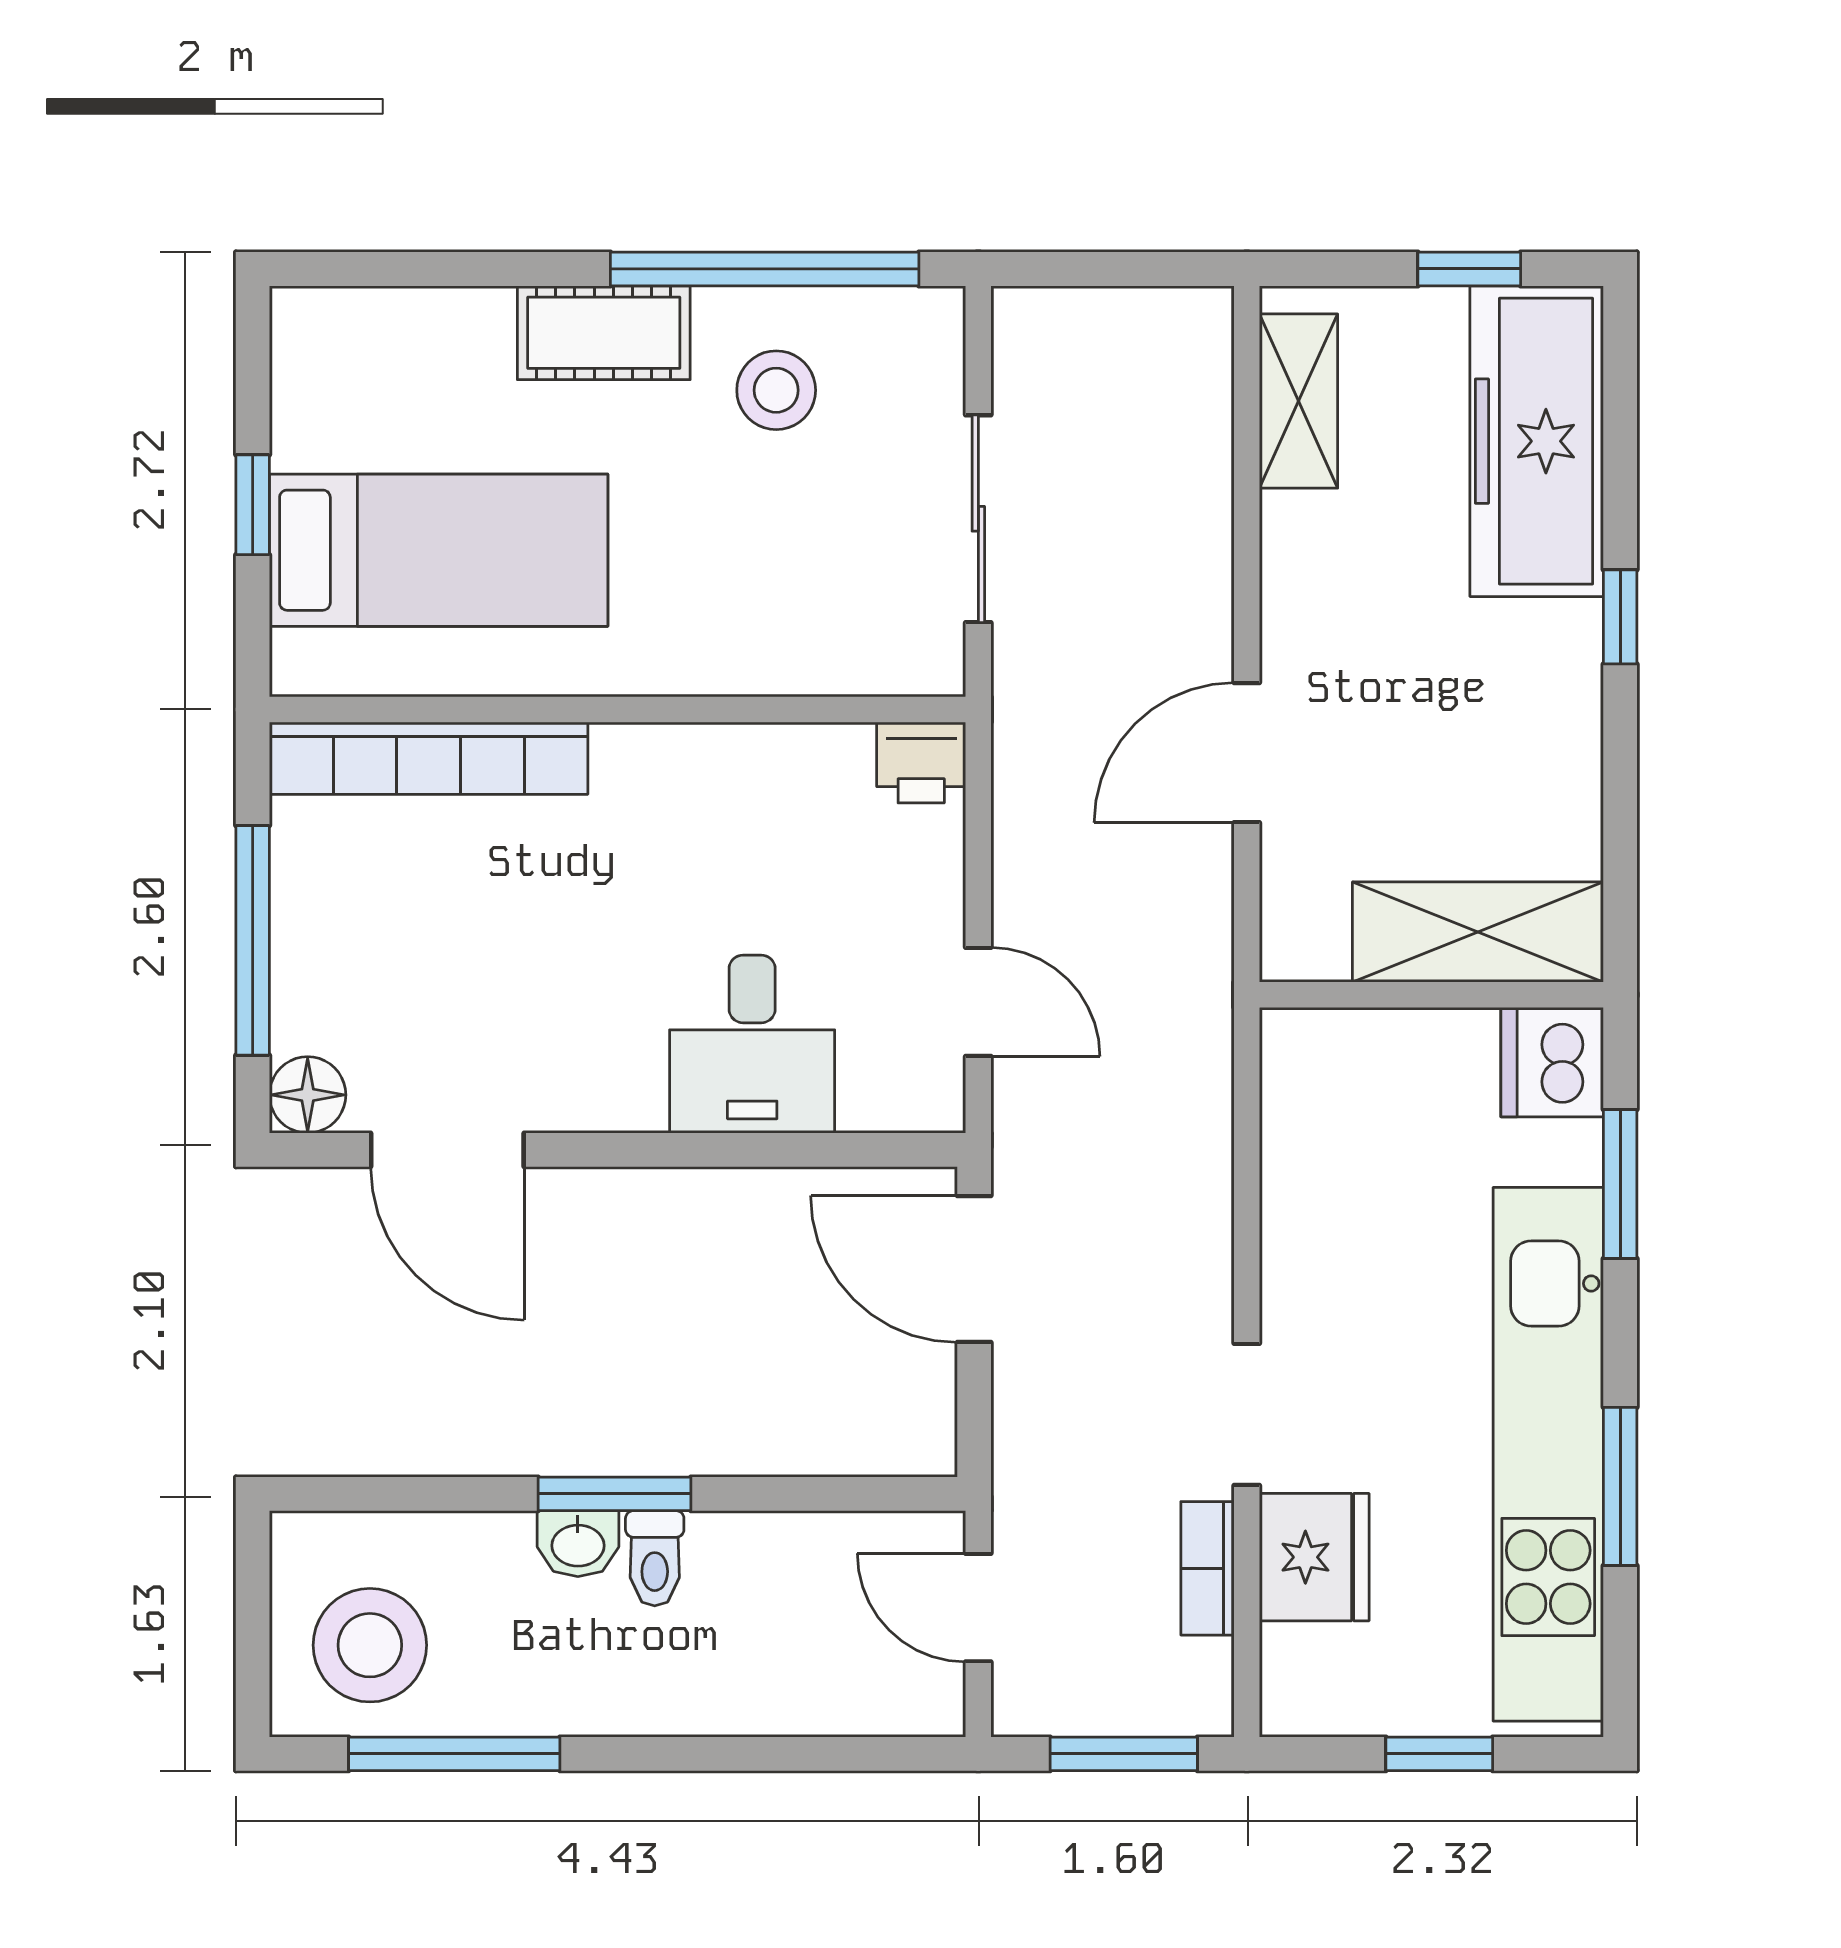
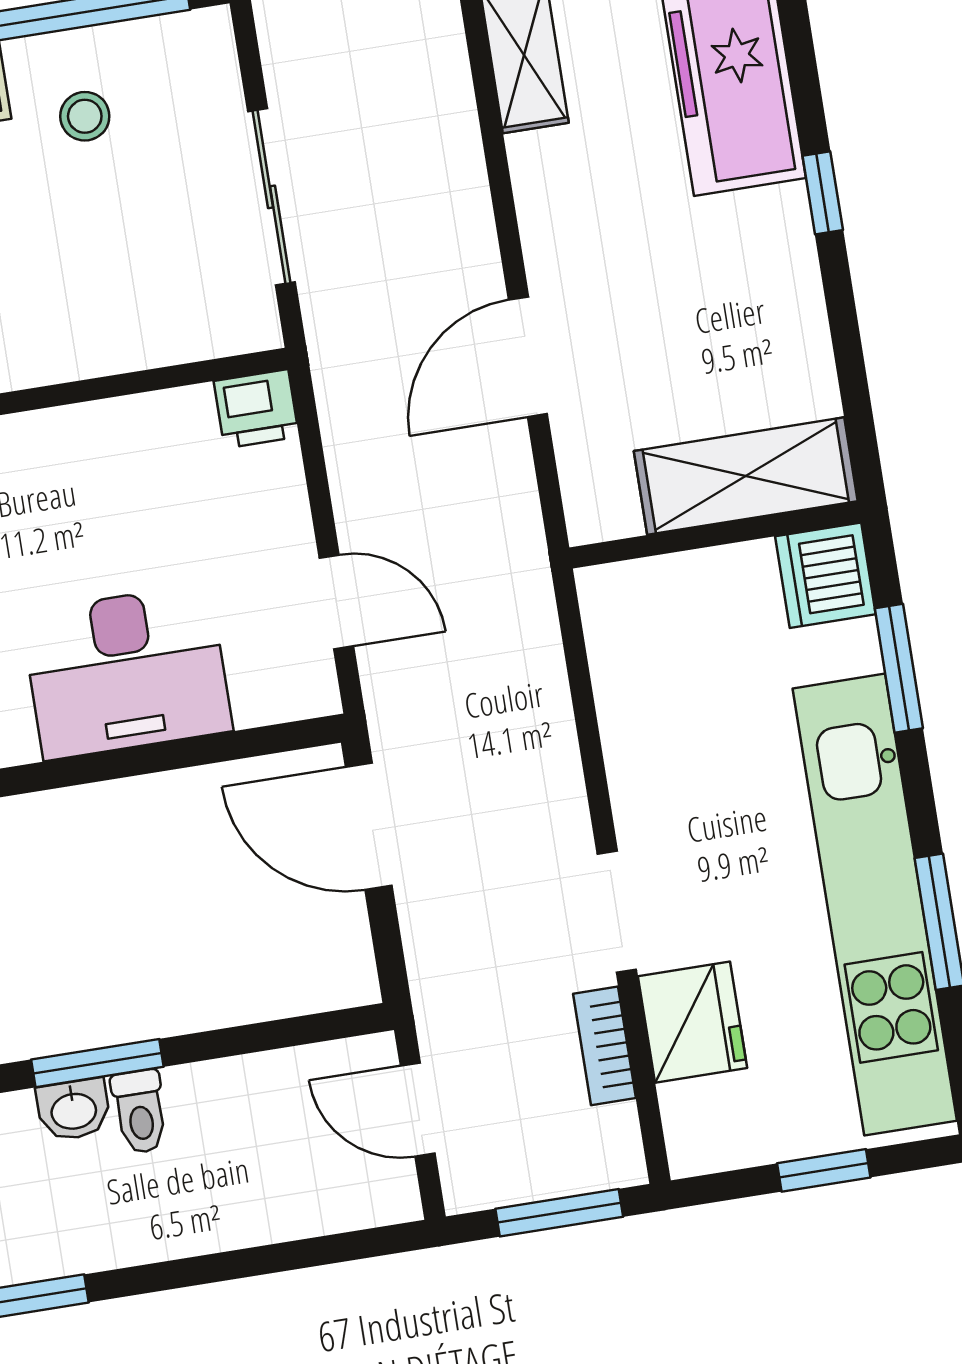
stool: (776, 390) -> (85, 116), width x0.73, depth x0.73
desk: (752, 1044) -> (127, 672), width x1.37

